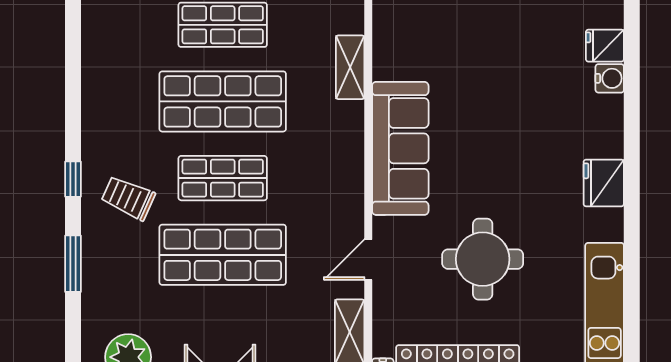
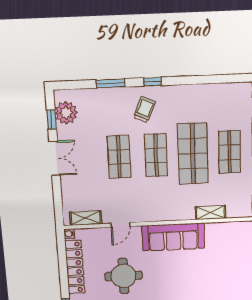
shop shelf: (223, 255) -> (119, 157), width x0.70, depth x0.74
door: (368, 260) -> (120, 225), swing flipped

